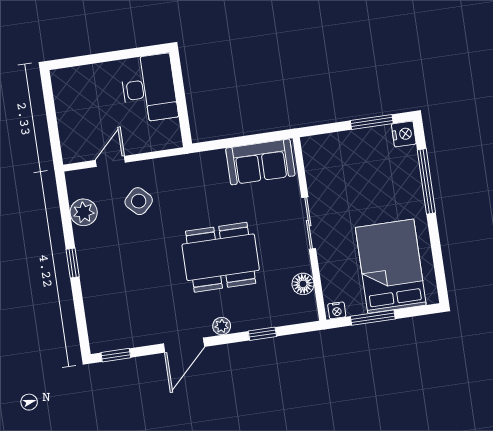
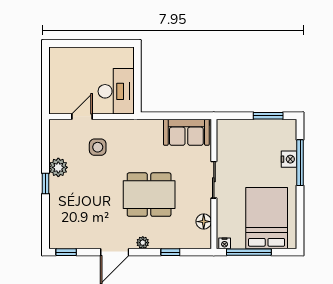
desk: (149, 88) -> (116, 91), moved
nightstand: (404, 134) -> (289, 159), moved
side table: (139, 201) -> (98, 147), turned 45
plant: (84, 212) -> (58, 167), moved
window: (373, 318) -> (249, 252), width x1.44

